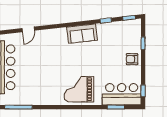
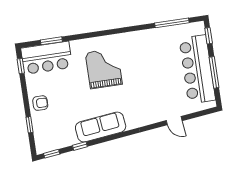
door: (28, 29) -> (174, 121), swing flipped
sofa: (82, 34) -> (101, 127), width x1.36
grand piano: (79, 89) -> (104, 68), moved, turned -90

